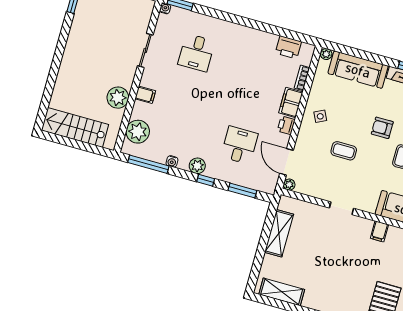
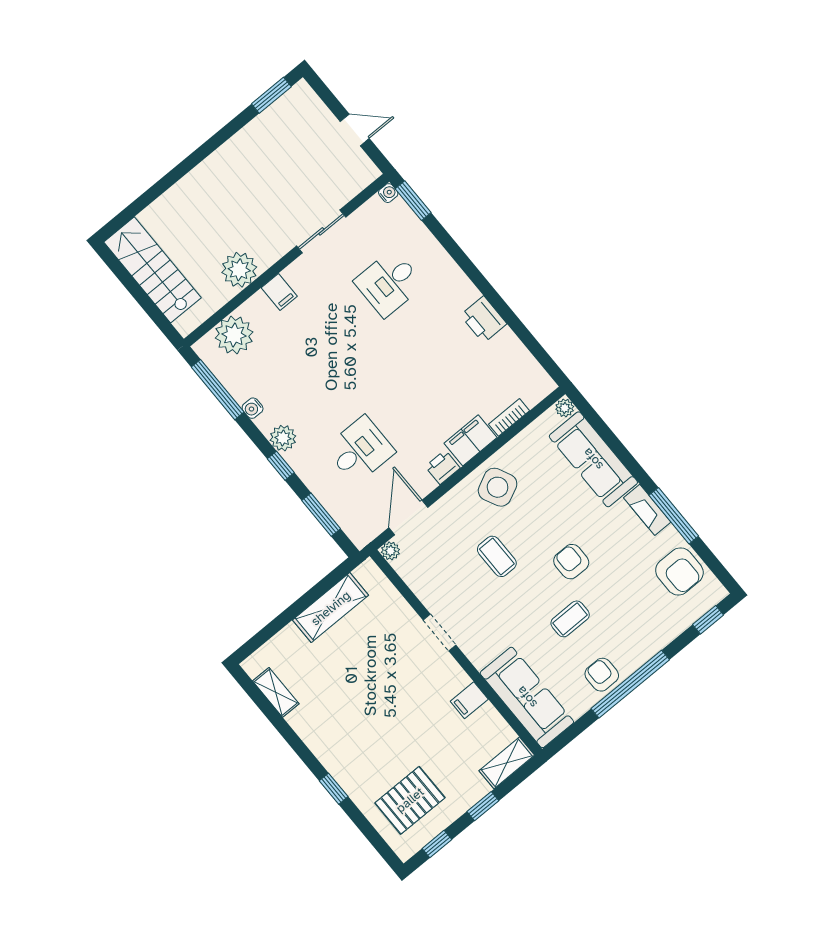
printer: (288, 47) -> (484, 319), moved
side table: (320, 116) -> (498, 487), width x1.87, depth x1.87
shelving: (282, 292) -> (276, 692), width x0.67, depth x0.75

